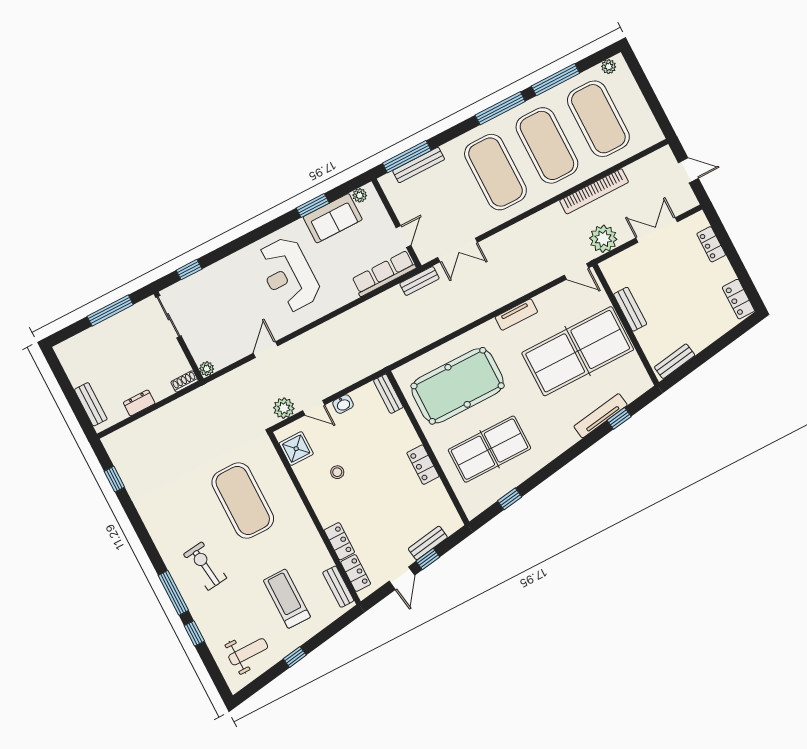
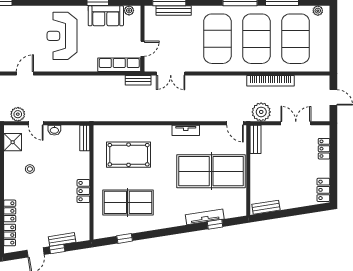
bench: (630, 309) -> (255, 139), moved
pool table: (458, 386) -> (129, 155), width x0.73, depth x0.76

